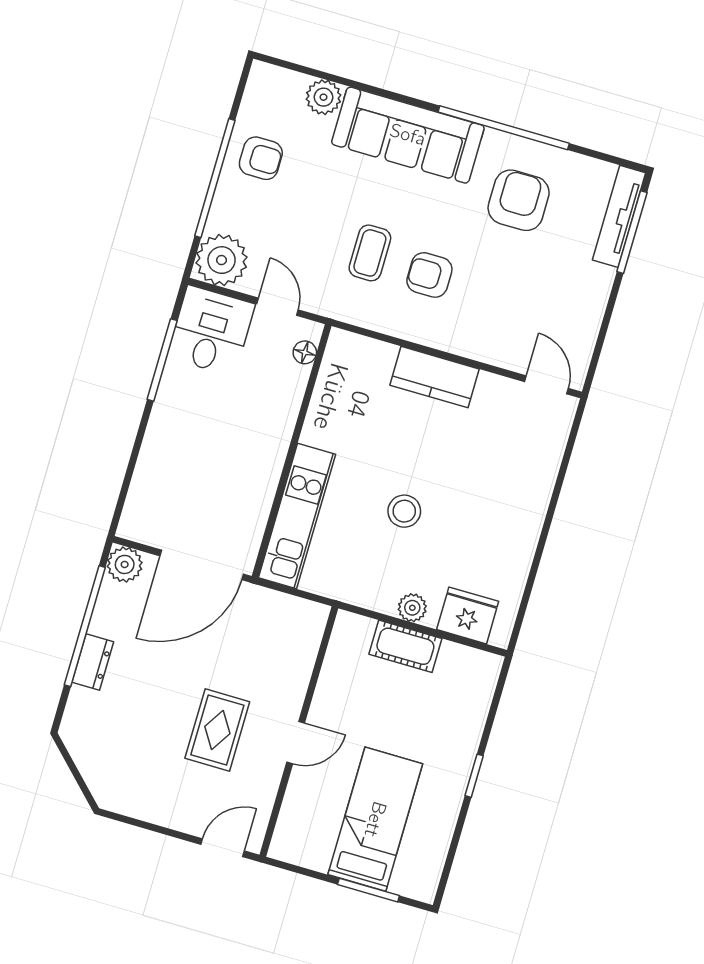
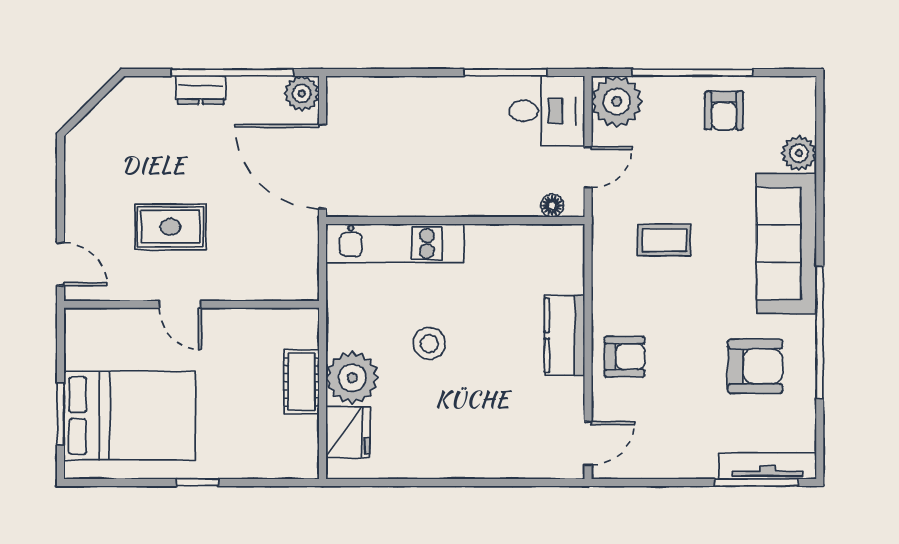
armchair: (429, 275) -> (625, 357), moved, turned 90
plant: (412, 608) -> (352, 378), width x1.87, depth x1.87
bed: (375, 819) -> (130, 416), width x1.50

